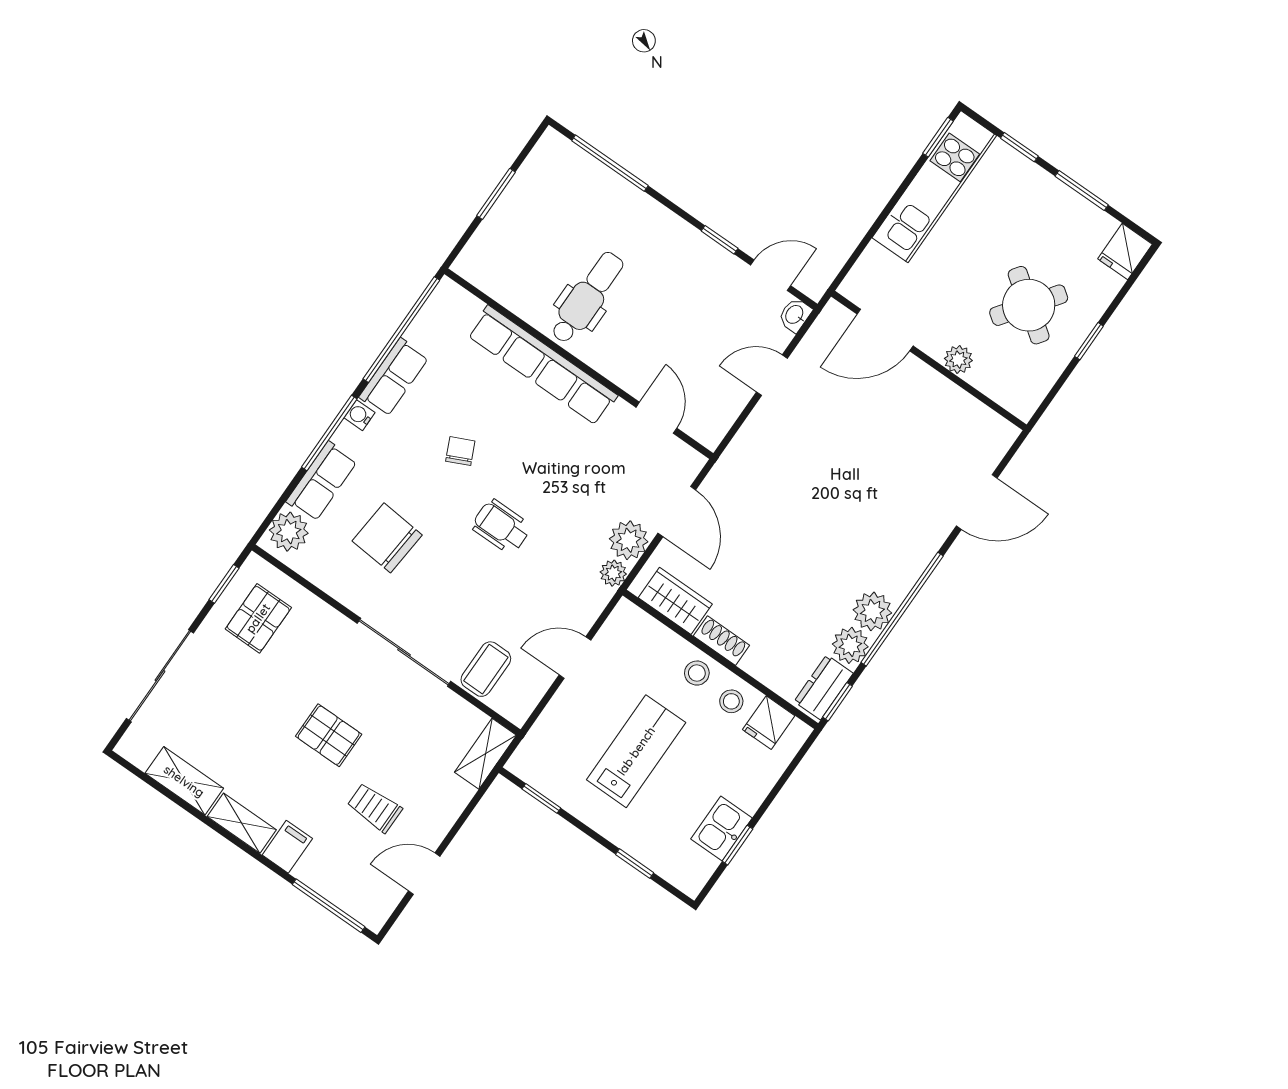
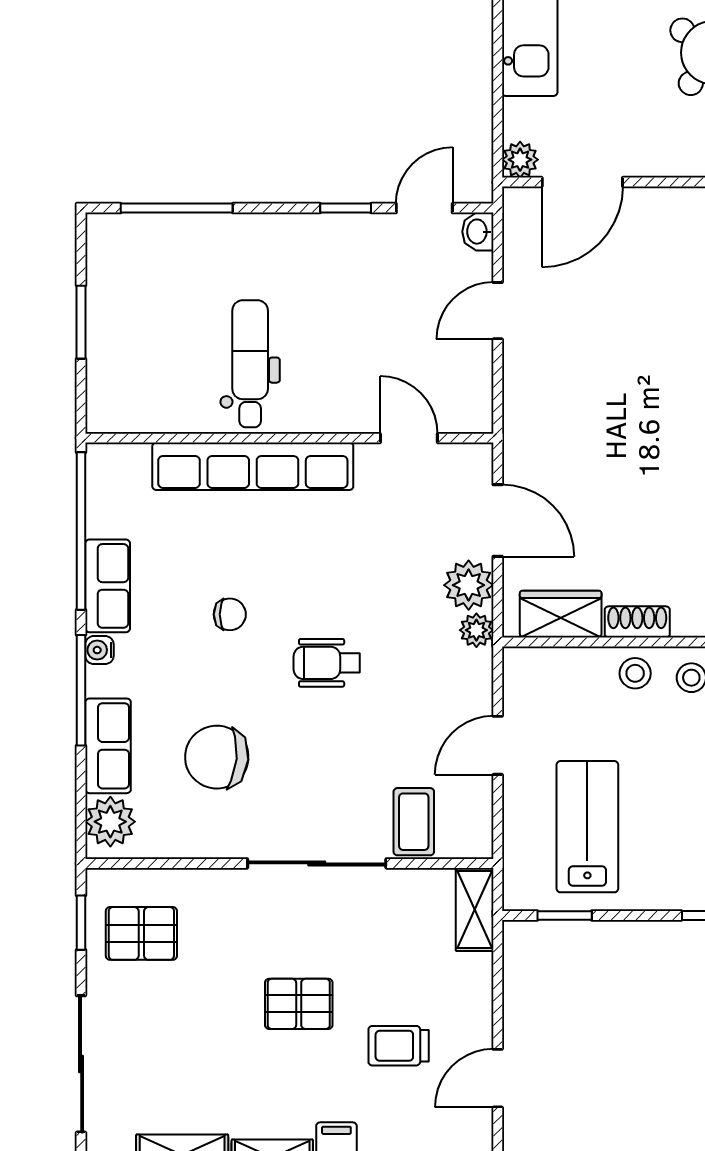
plant: (958, 360) -> (520, 160), moved
chair: (460, 451) -> (230, 614), turned 115
pallet: (258, 618) -> (141, 933), turned 90
lab bench: (636, 751) -> (587, 827), moved

